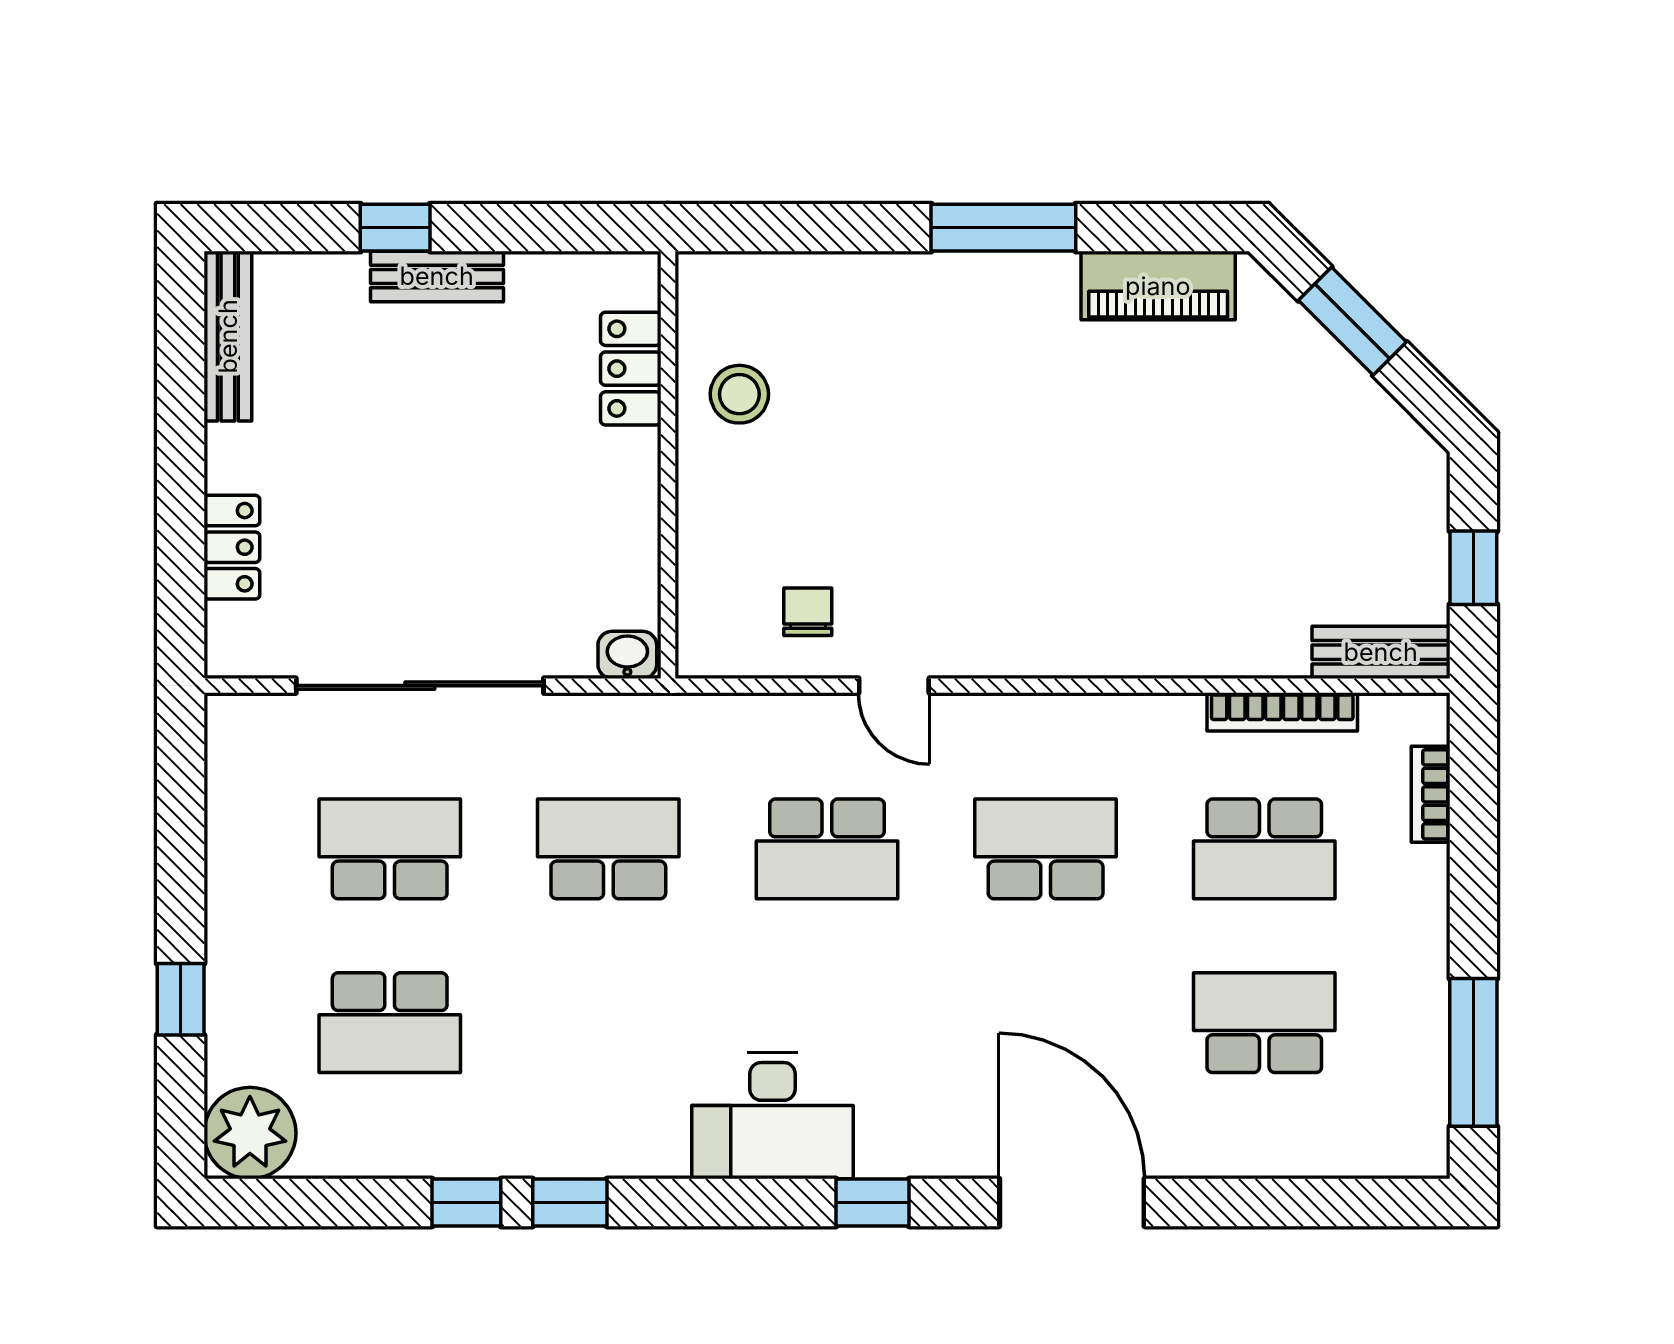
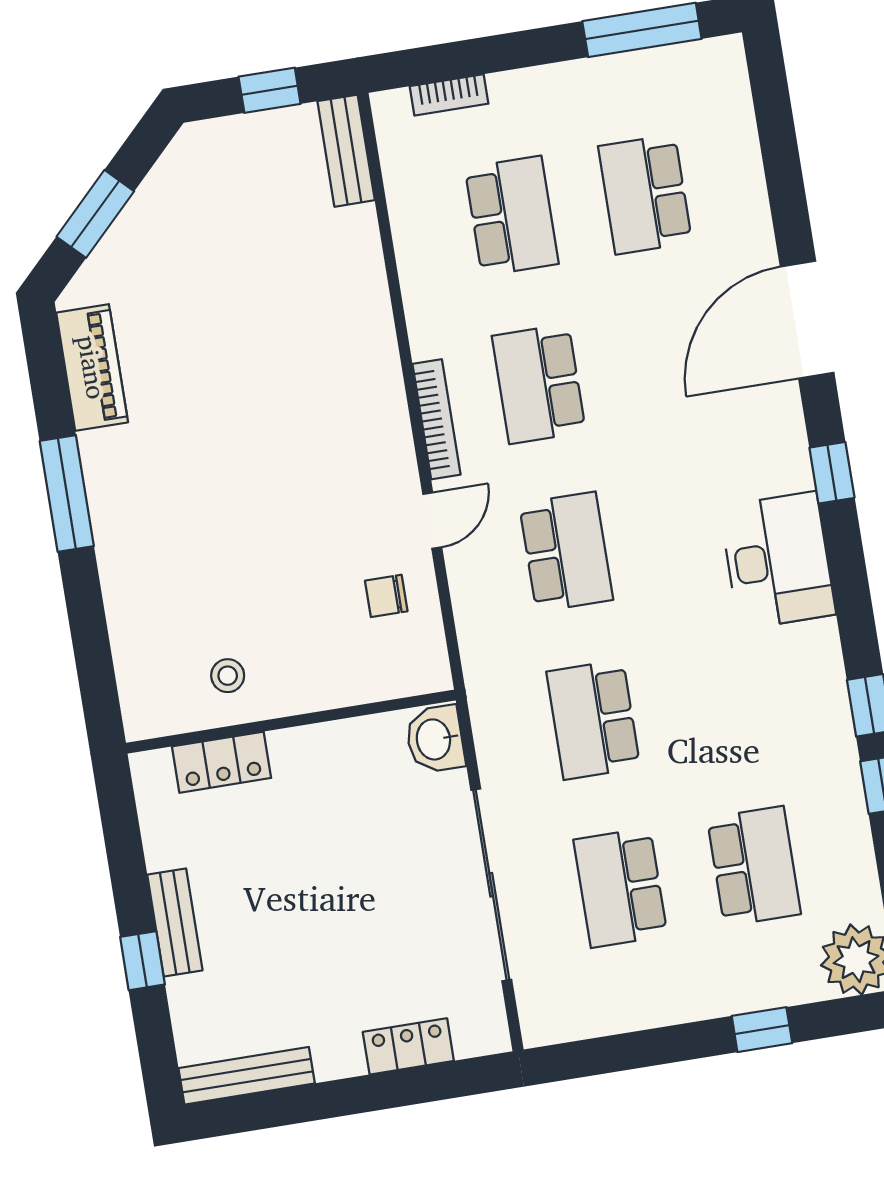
stool: (739, 394) -> (228, 676), width x0.73, depth x0.73
washbasin: (627, 655) -> (435, 739), width x1.38, depth x1.45
bookcase: (1282, 712) -> (437, 419), moved

